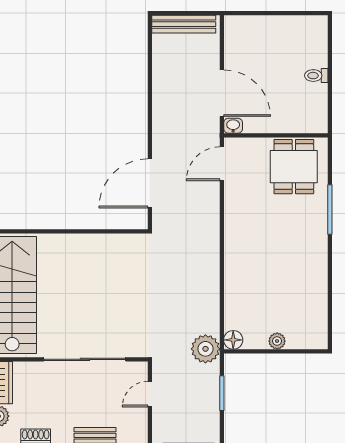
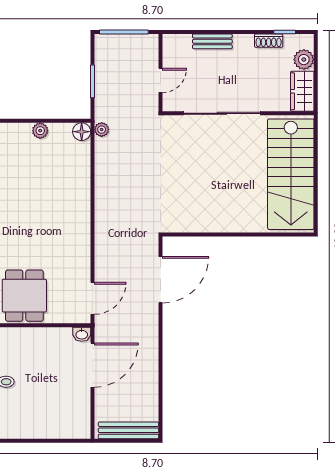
door: (222, 93) -> (92, 365), swing flipped
plant: (205, 349) -> (102, 130), width x0.53, depth x0.53

